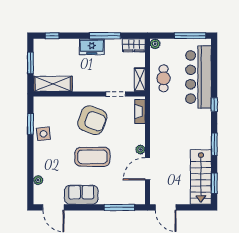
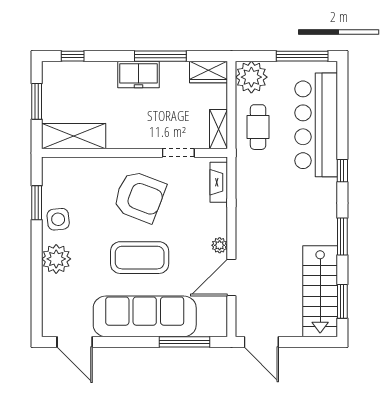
plant: (155, 44) -> (251, 77), width x1.87, depth x1.87
plant: (38, 180) -> (56, 259), moved, width x1.88, depth x1.88
sofa: (81, 195) -> (145, 316), width x1.85, depth x1.27

